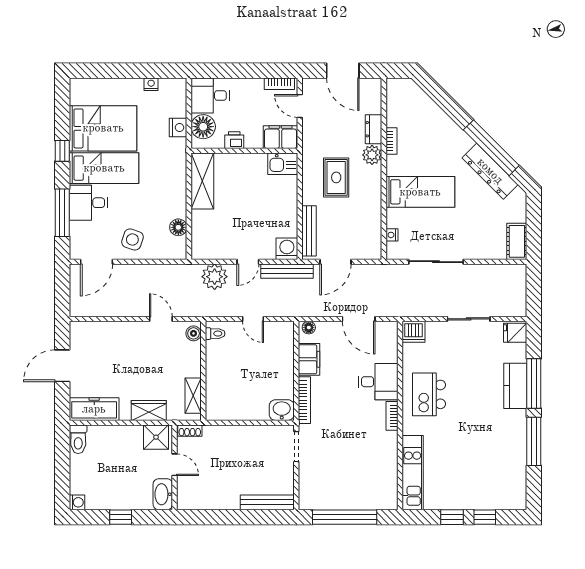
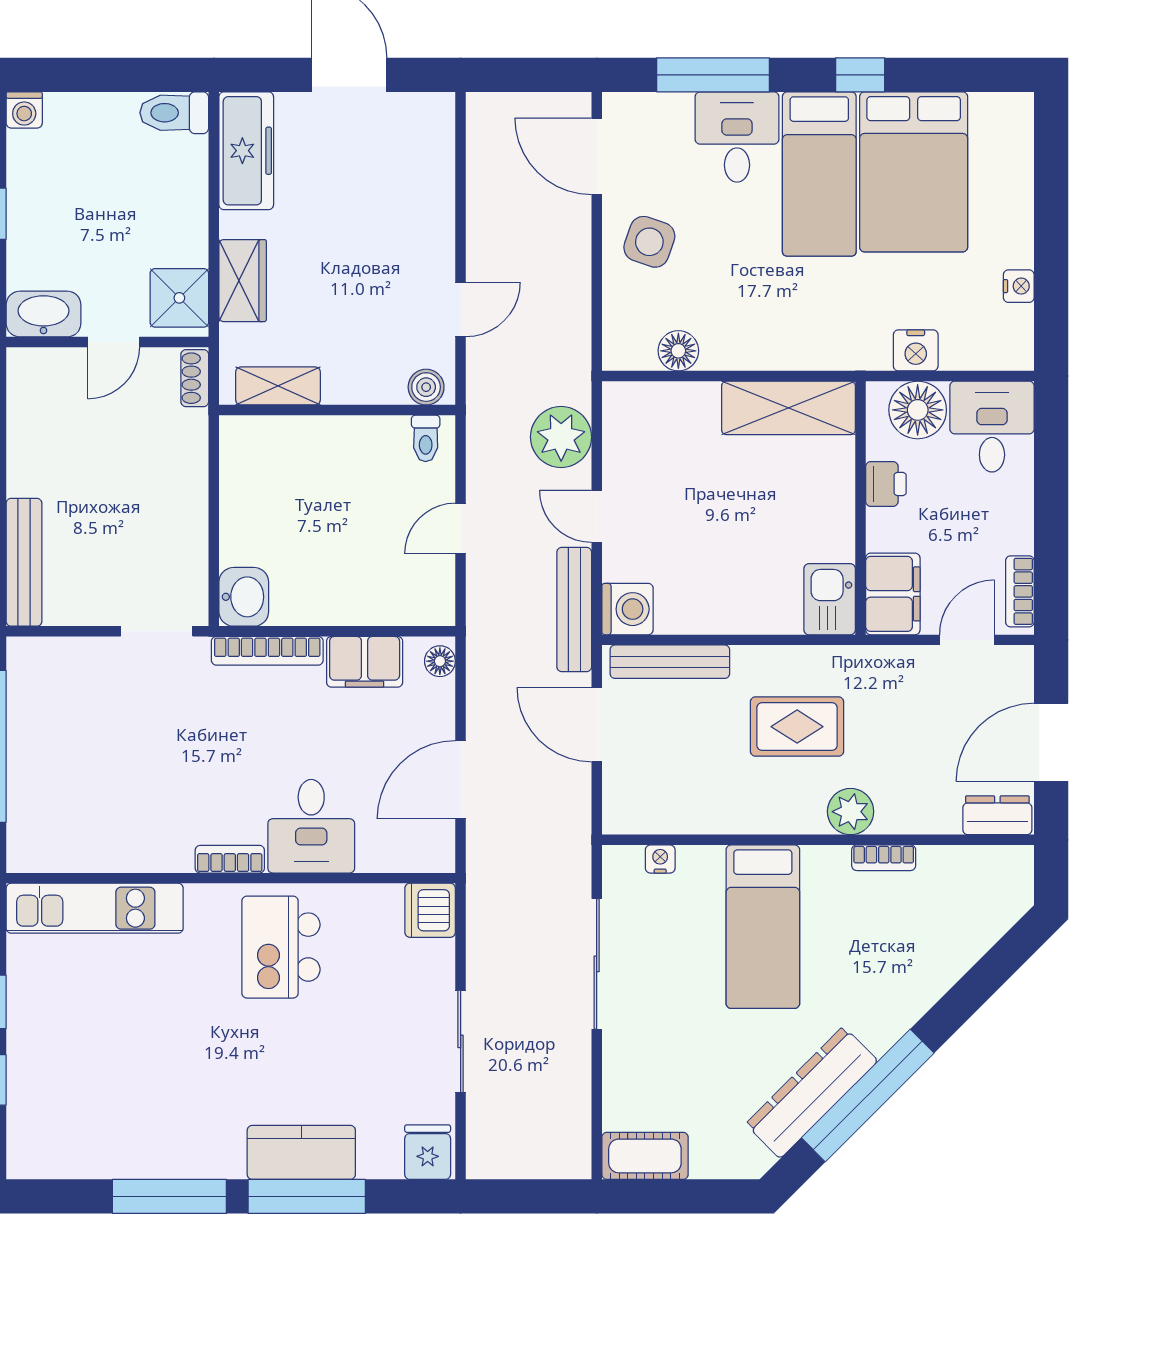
dresser: (374, 129) -> (997, 815), moved
kitchen island: (429, 394) -> (281, 947), turned -90

